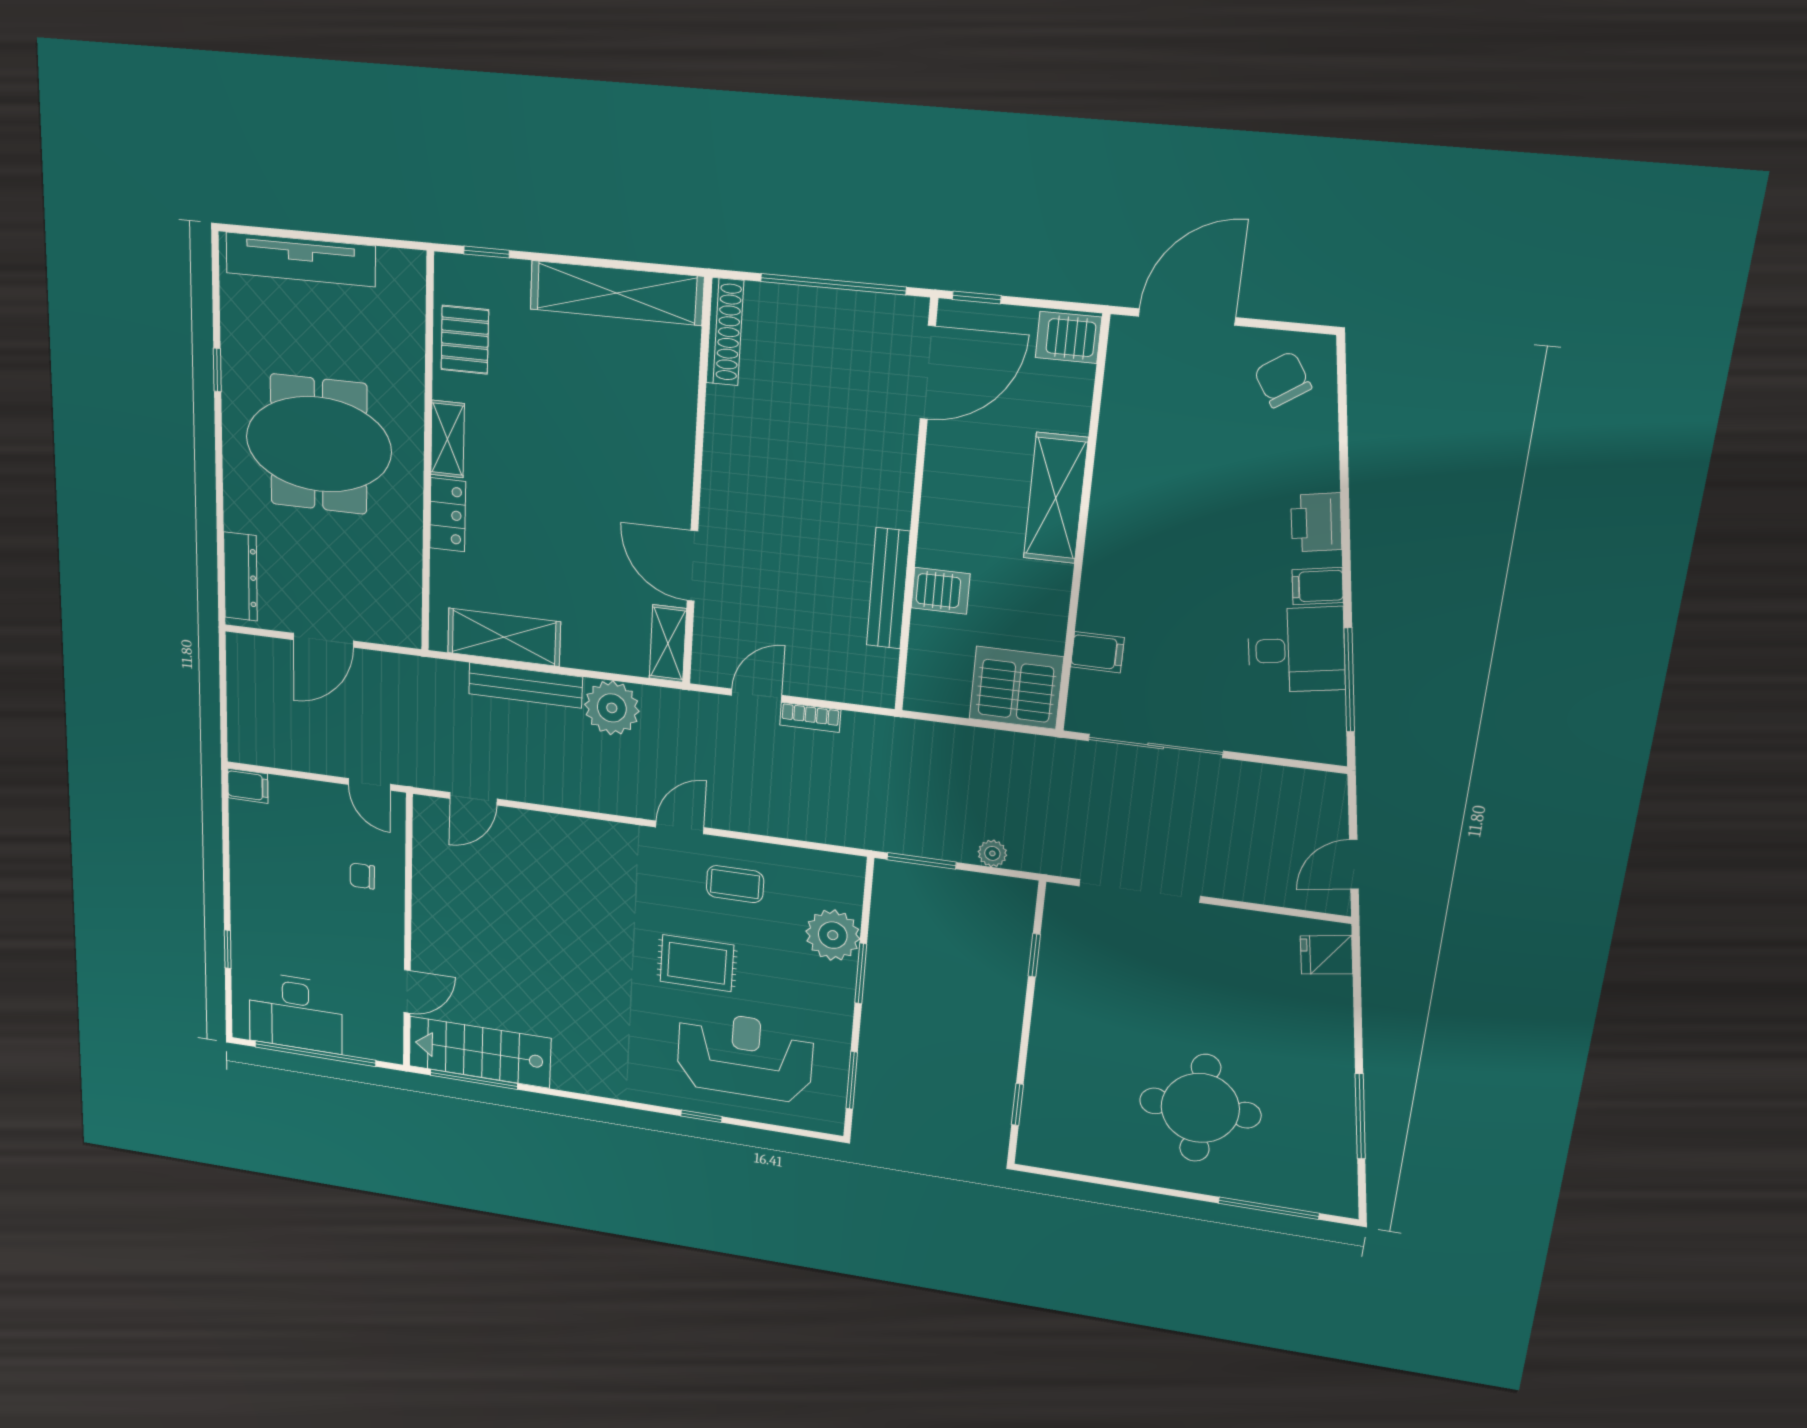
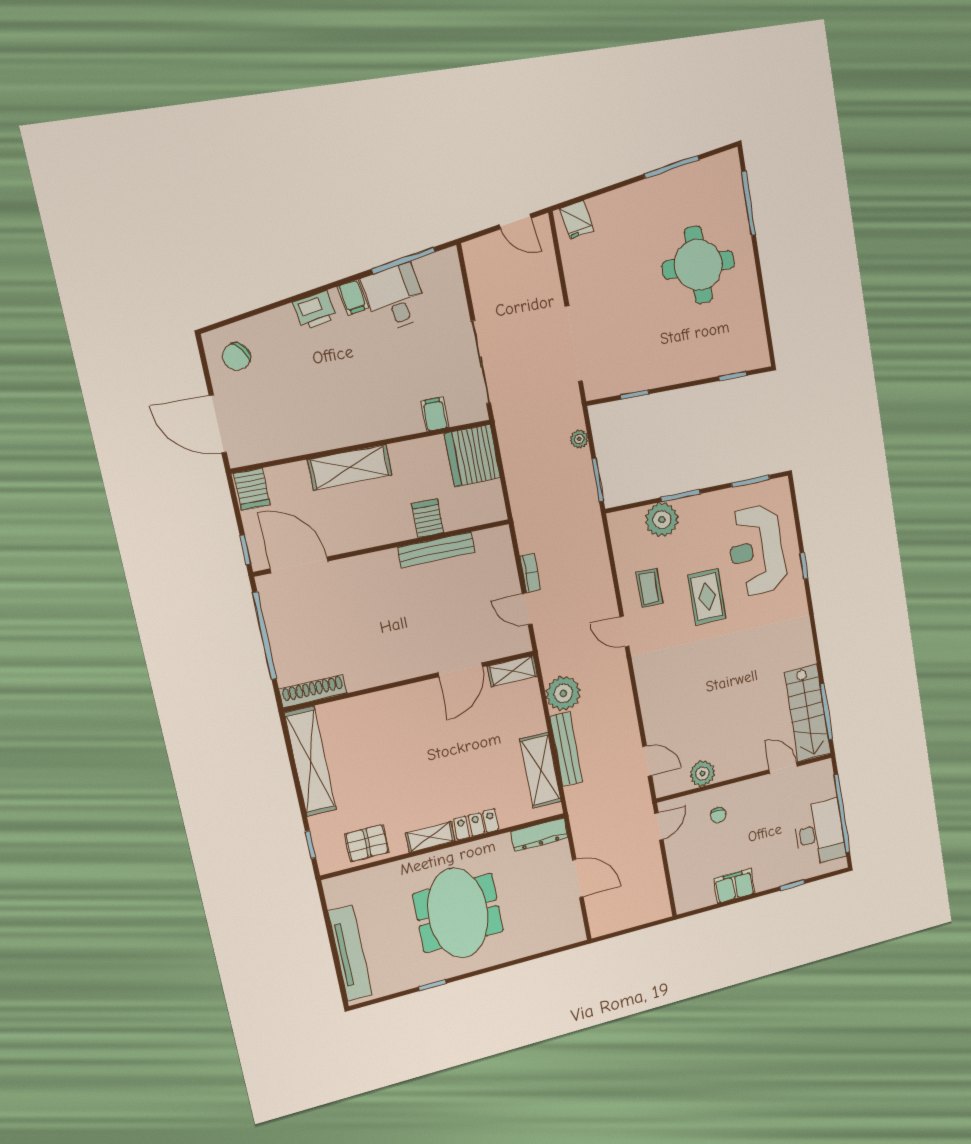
dresser: (241, 577) -> (539, 835), moved, turned 180
filing cabinet: (248, 786) -> (734, 886), moved, width x2.00
plant: (432, 873) -> (702, 774), added

